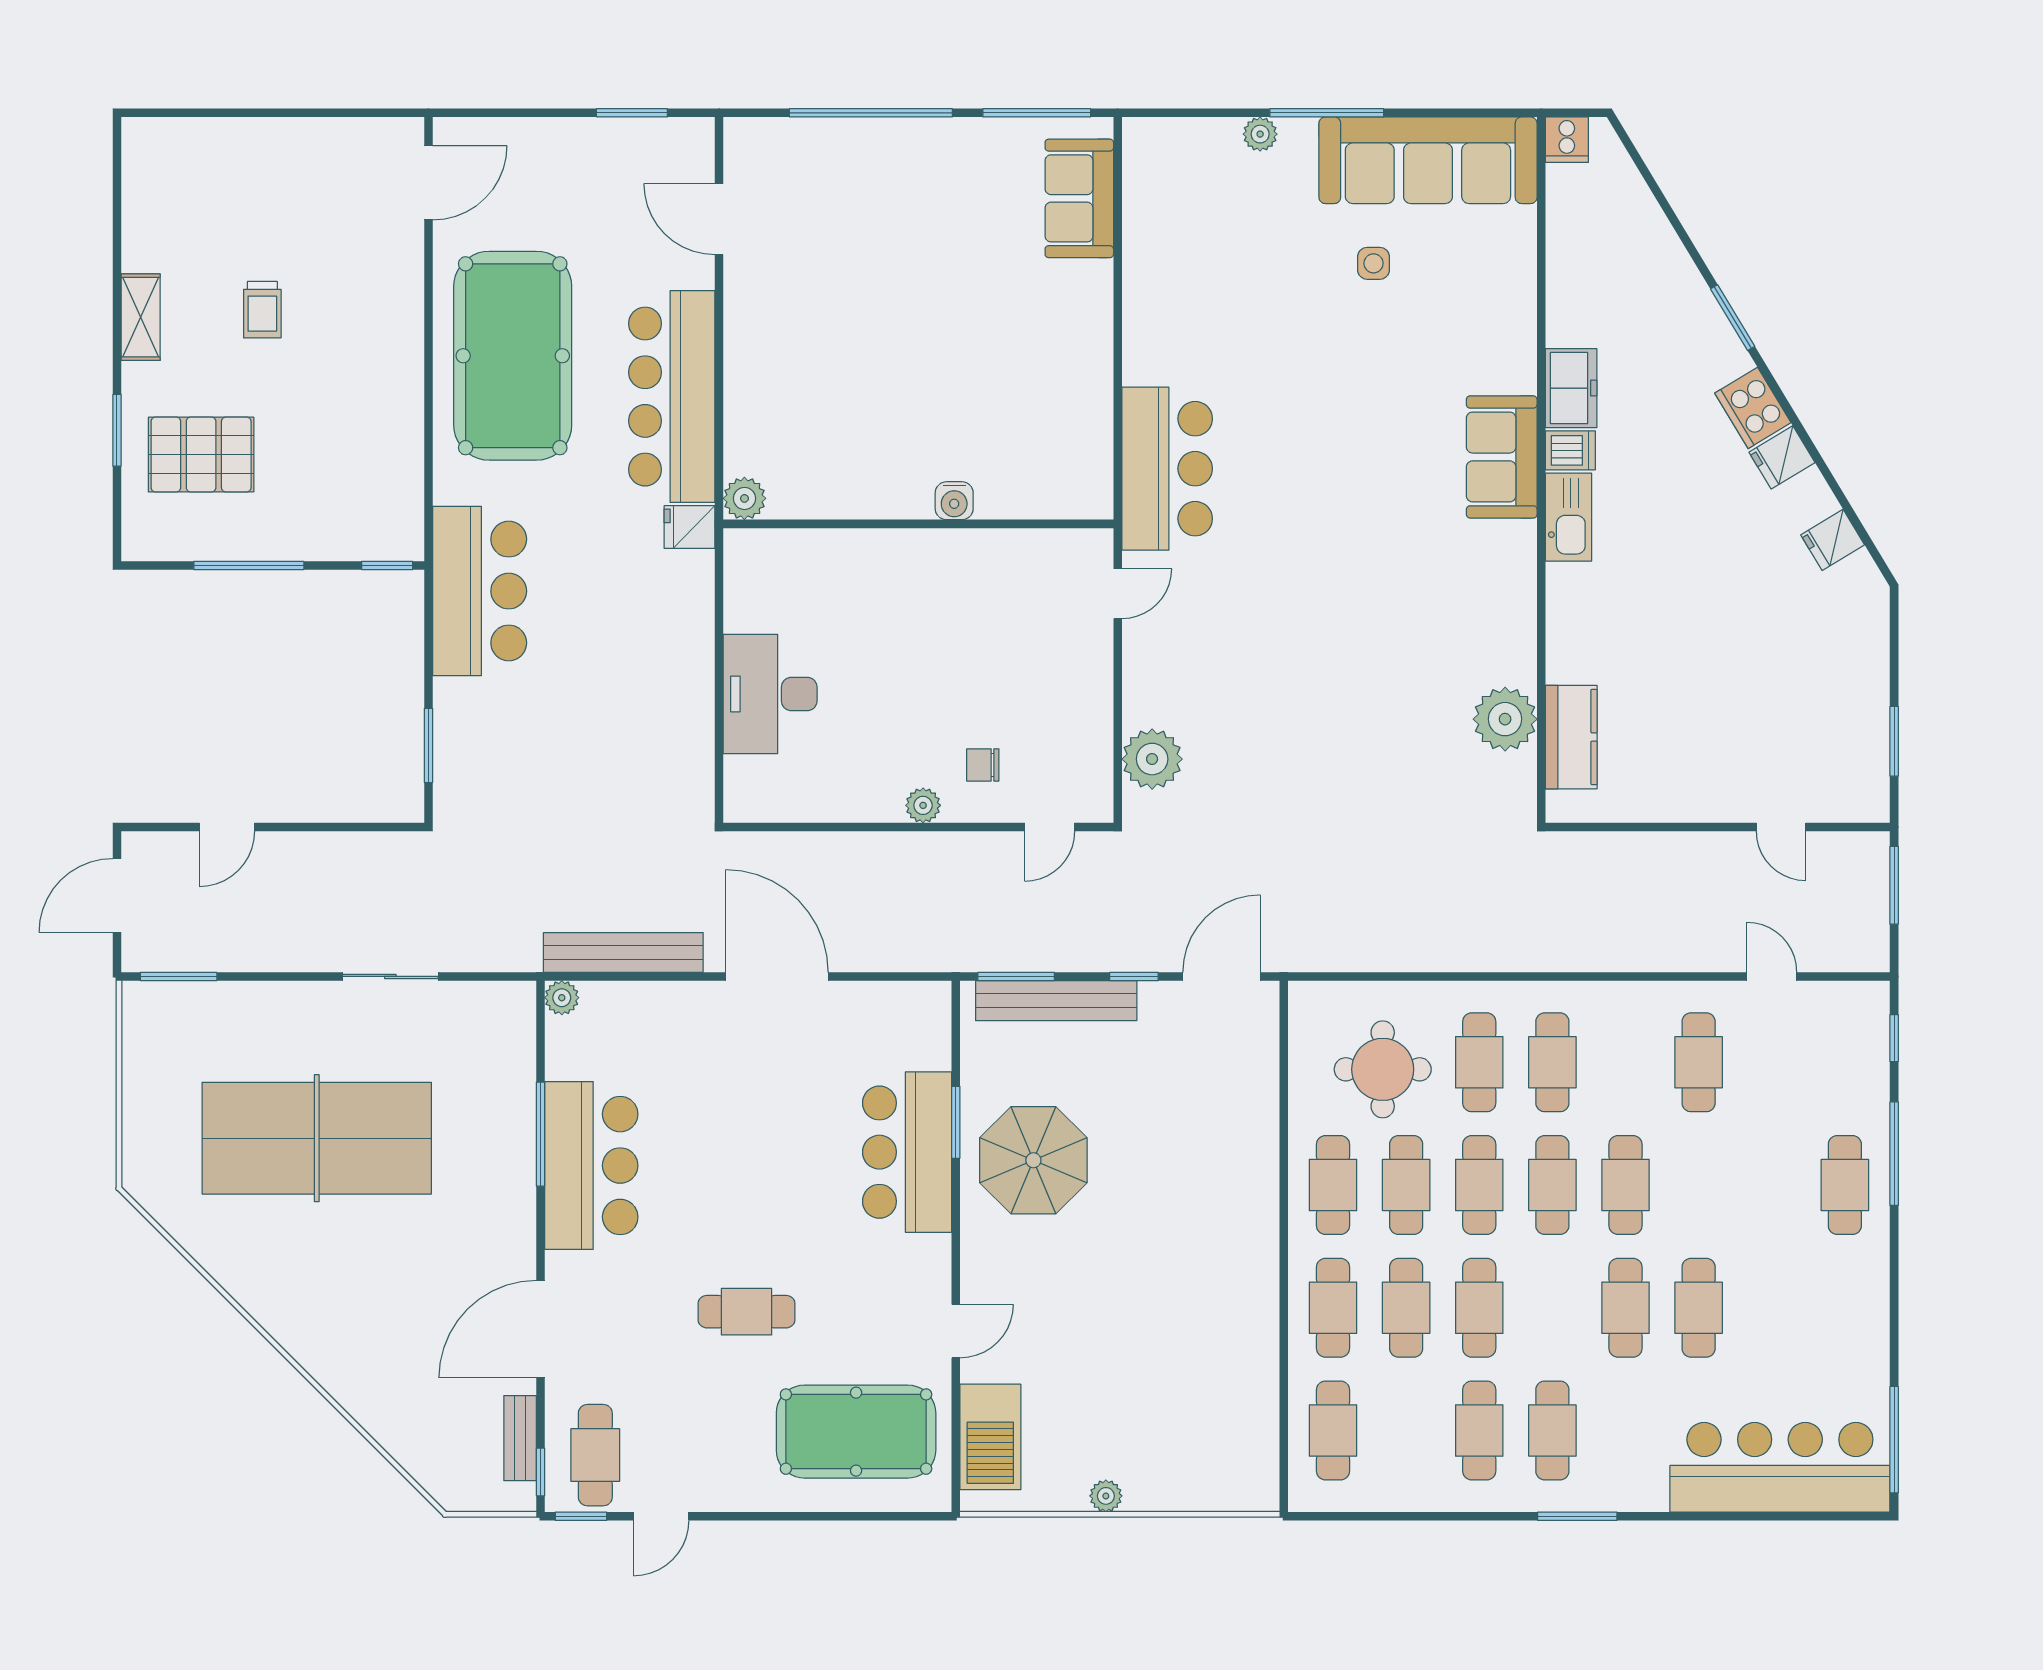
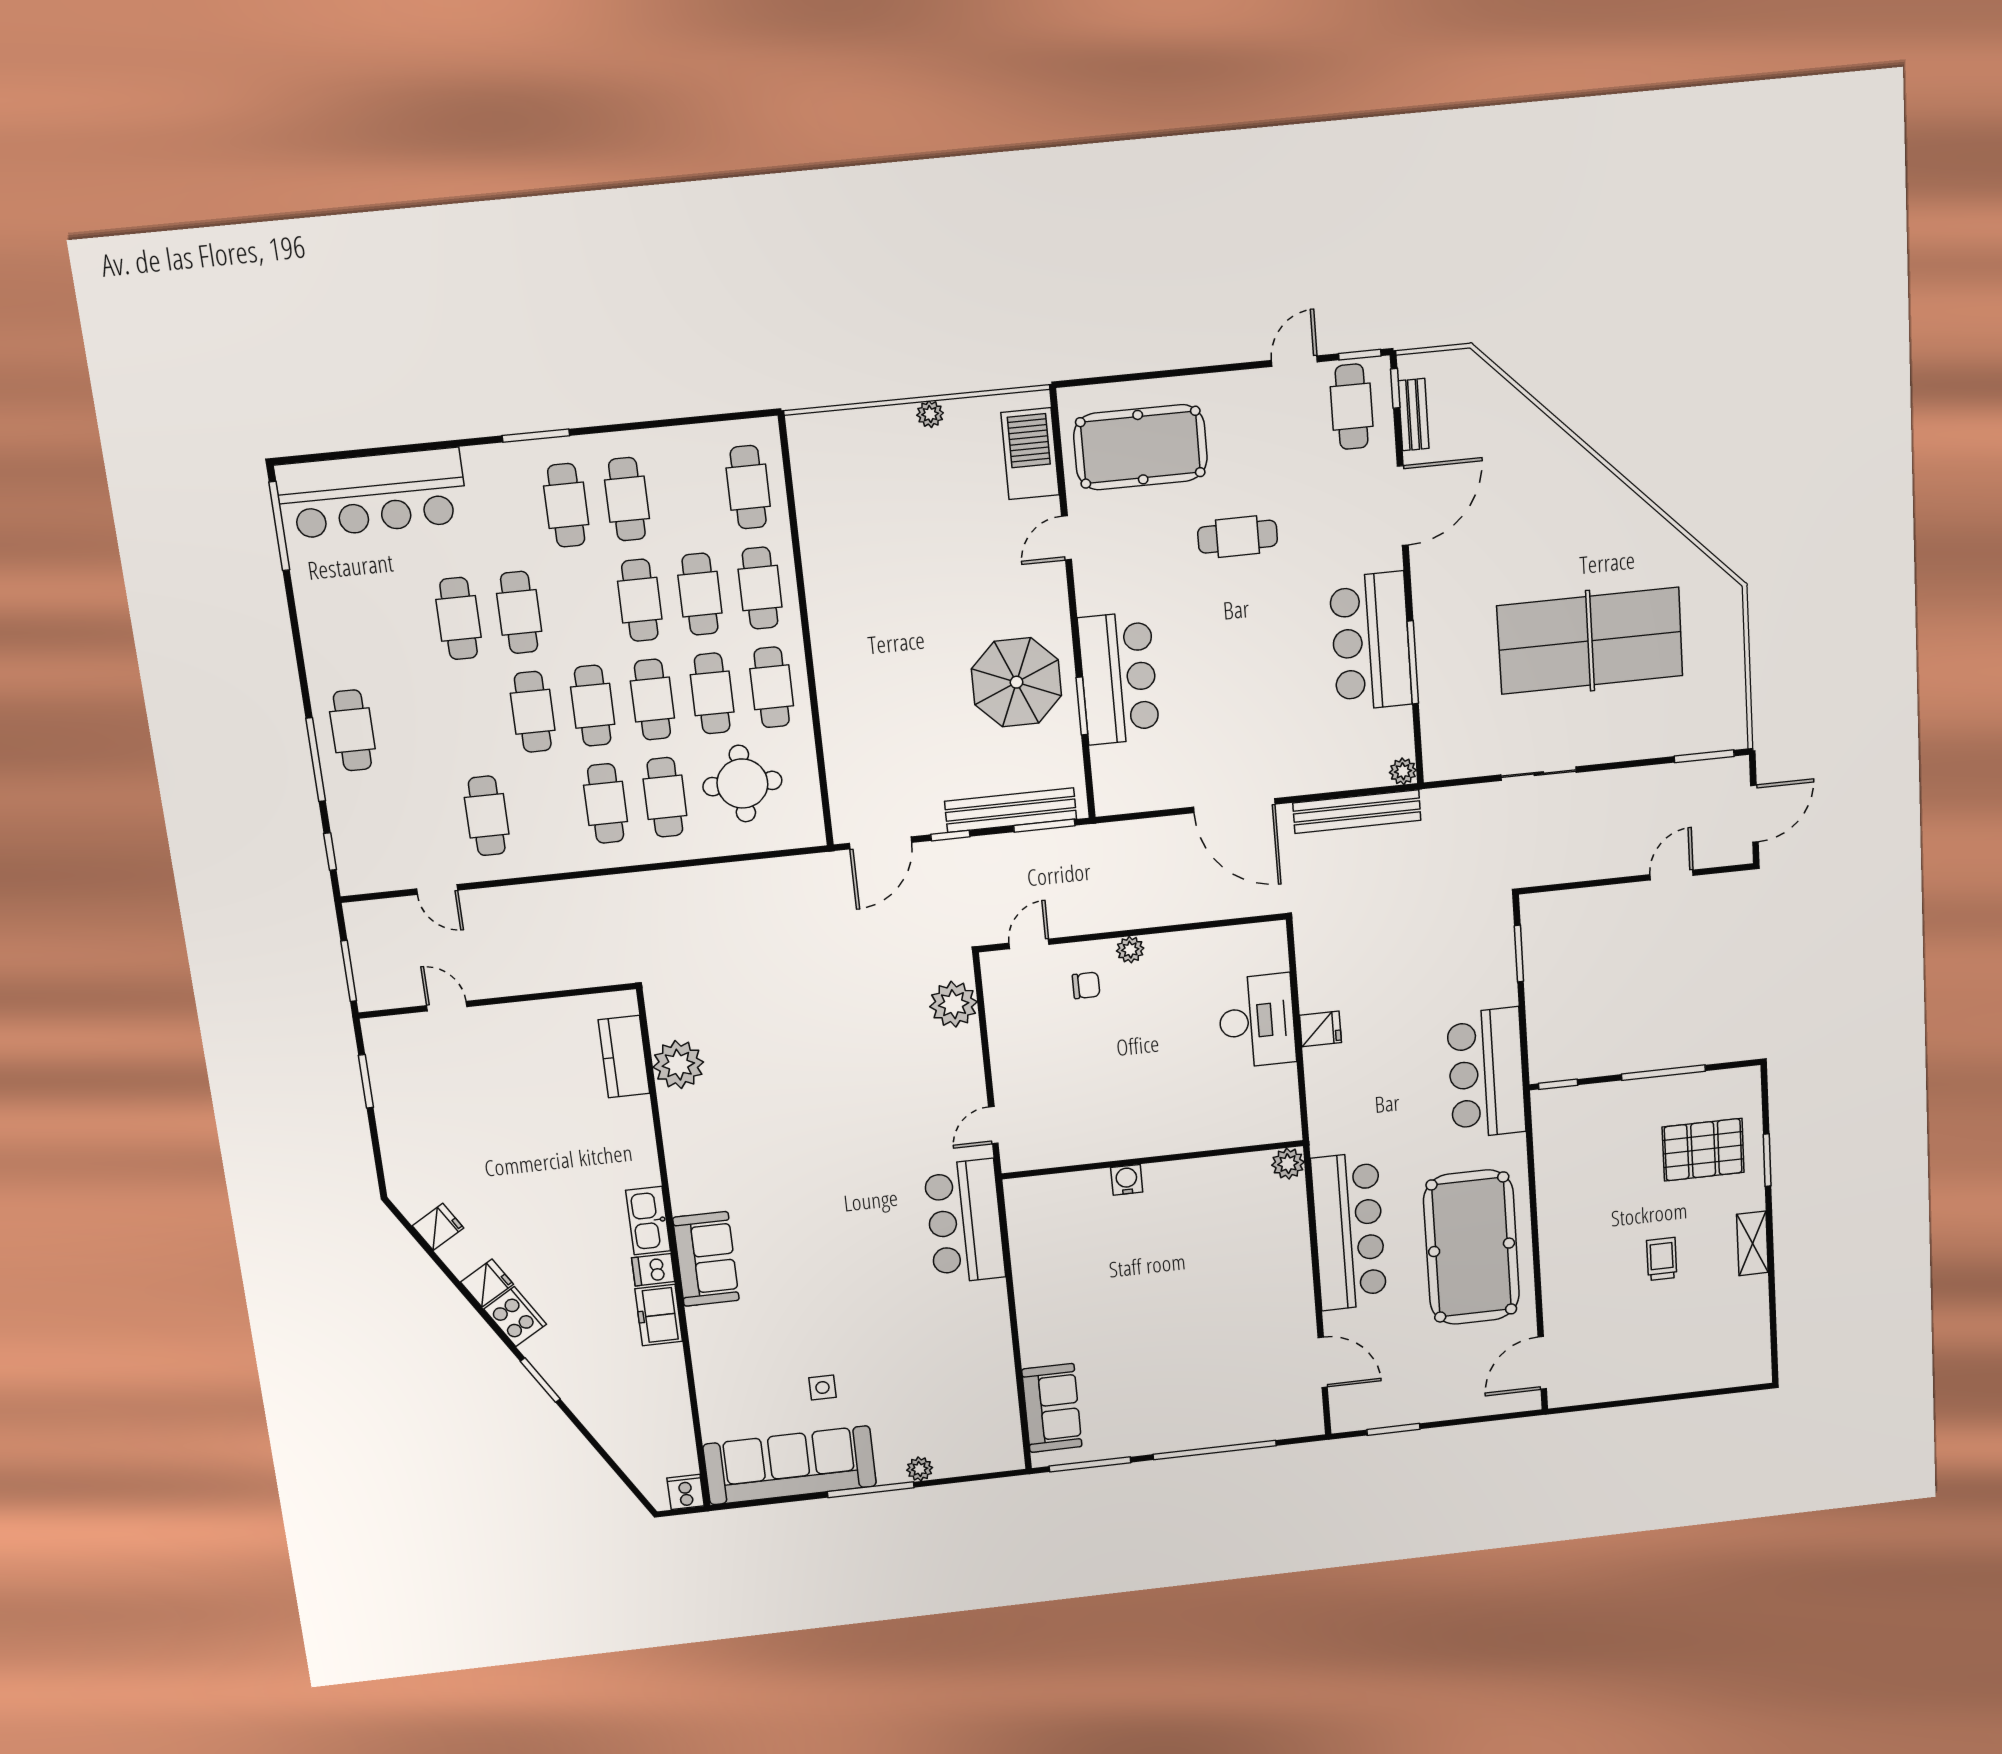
fridge: (689, 527) -> (1320, 1029), moved

